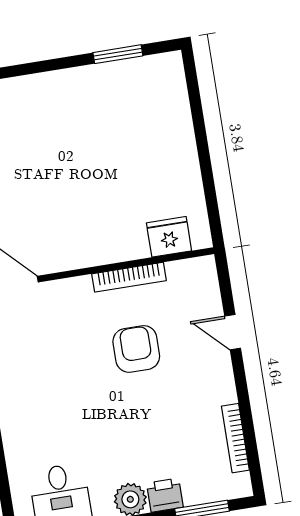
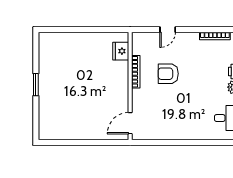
window: (118, 54) -> (36, 85), moved

